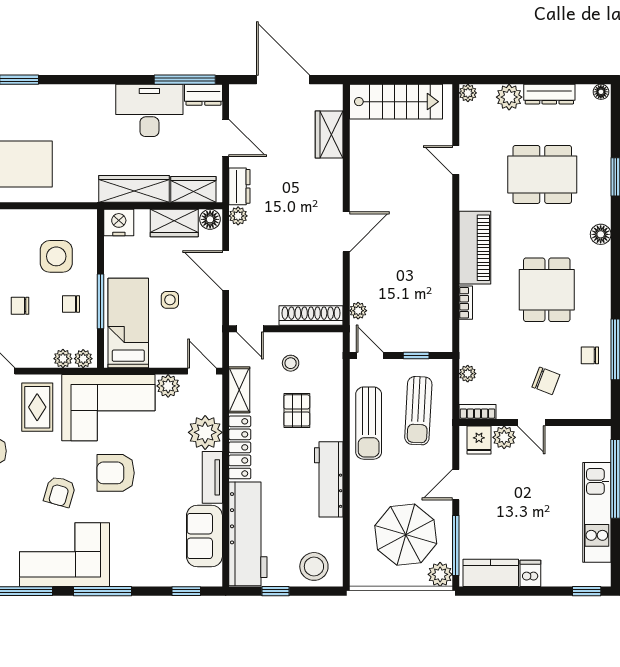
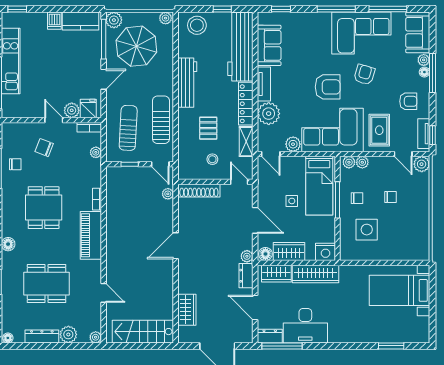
plant: (362, 577) -> (166, 18), added

